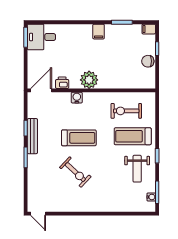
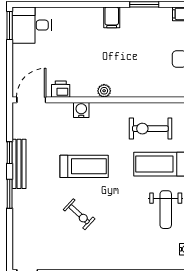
plant: (89, 80) -> (104, 91), width x0.53, depth x0.53
exercise bike: (75, 172) -> (79, 214), width x0.73, depth x0.72

